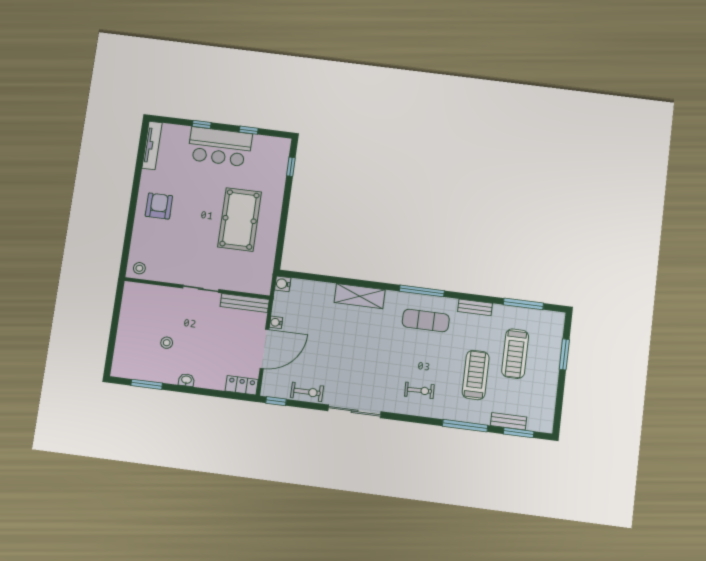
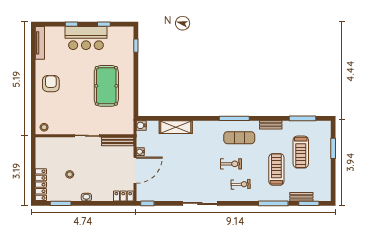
shelving: (360, 296) -> (176, 127), moved
locker: (122, 352) -> (41, 185), added
exercise bike: (307, 392) -> (231, 164), moved

